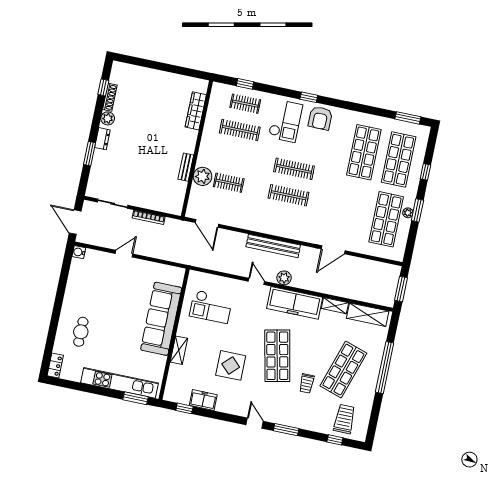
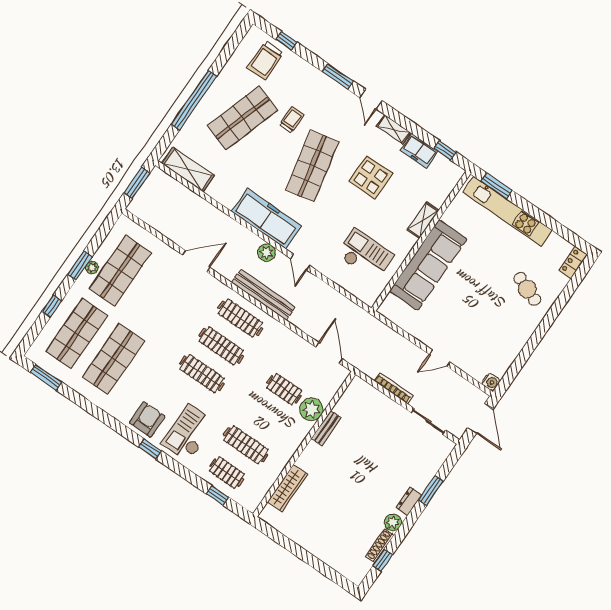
clothes rail: (283, 222) -> (240, 318), added
shelving: (335, 306) -> (394, 129), moved
cafe table: (81, 332) -> (527, 289), turned -69

